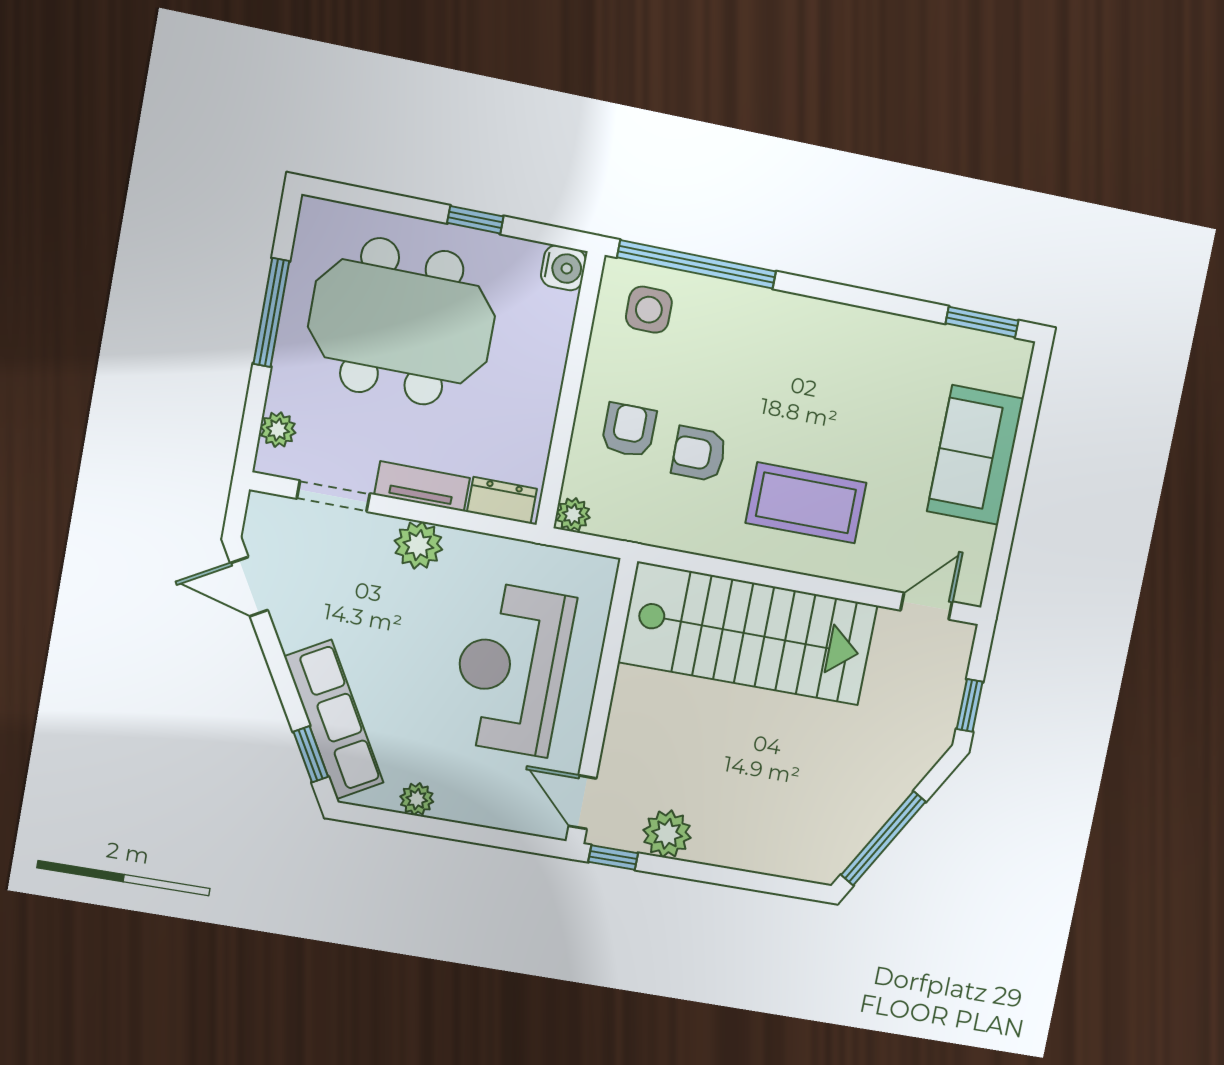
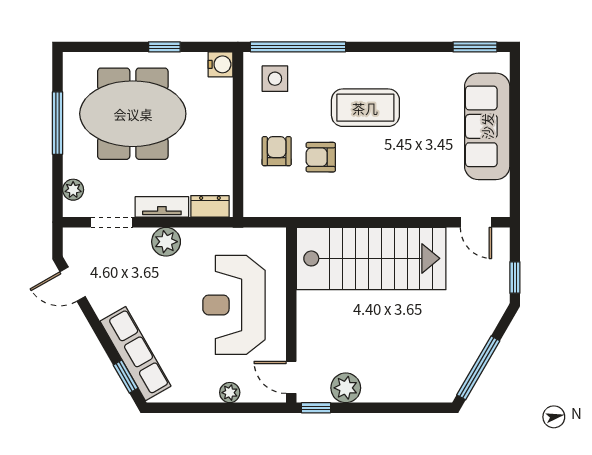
sofa: (975, 455) -> (487, 126), width x1.36
coffee table: (806, 503) -> (365, 108), moved
plant: (573, 515) -> (253, 207), removed
door: (926, 606) -> (476, 222), swing flipped
plant: (417, 799) -> (230, 393), moved

